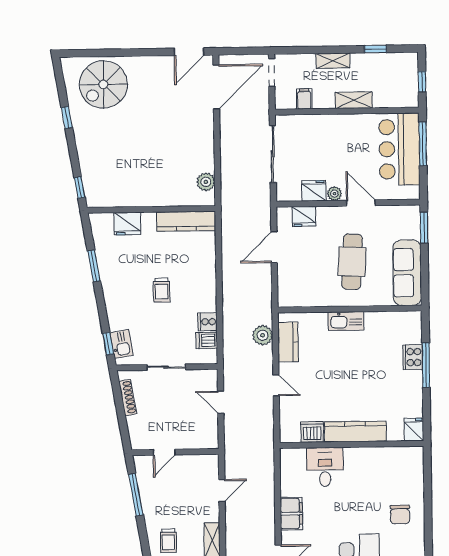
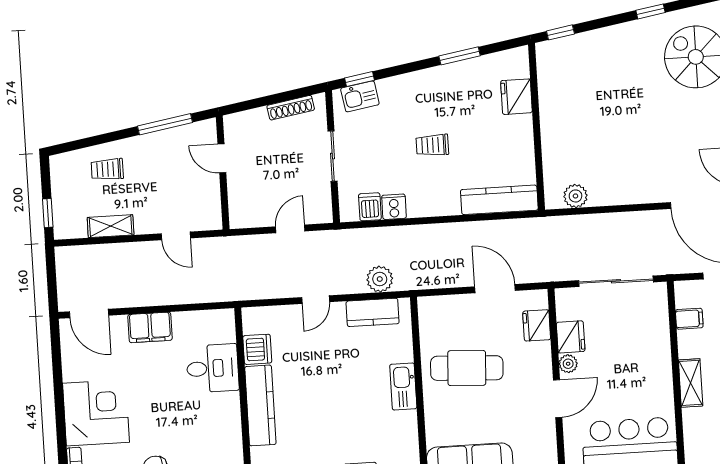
kitchen counter: (186, 221) -> (499, 200), moved, turned 90
cafe table: (352, 262) -> (467, 368), moved

